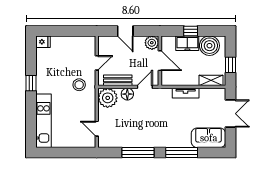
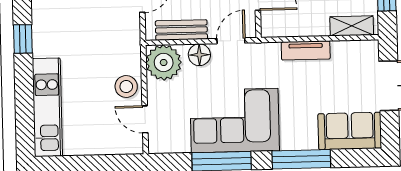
stool: (79, 85) -> (126, 87), moved
corner sofa: (146, 130) -> (235, 120), added

